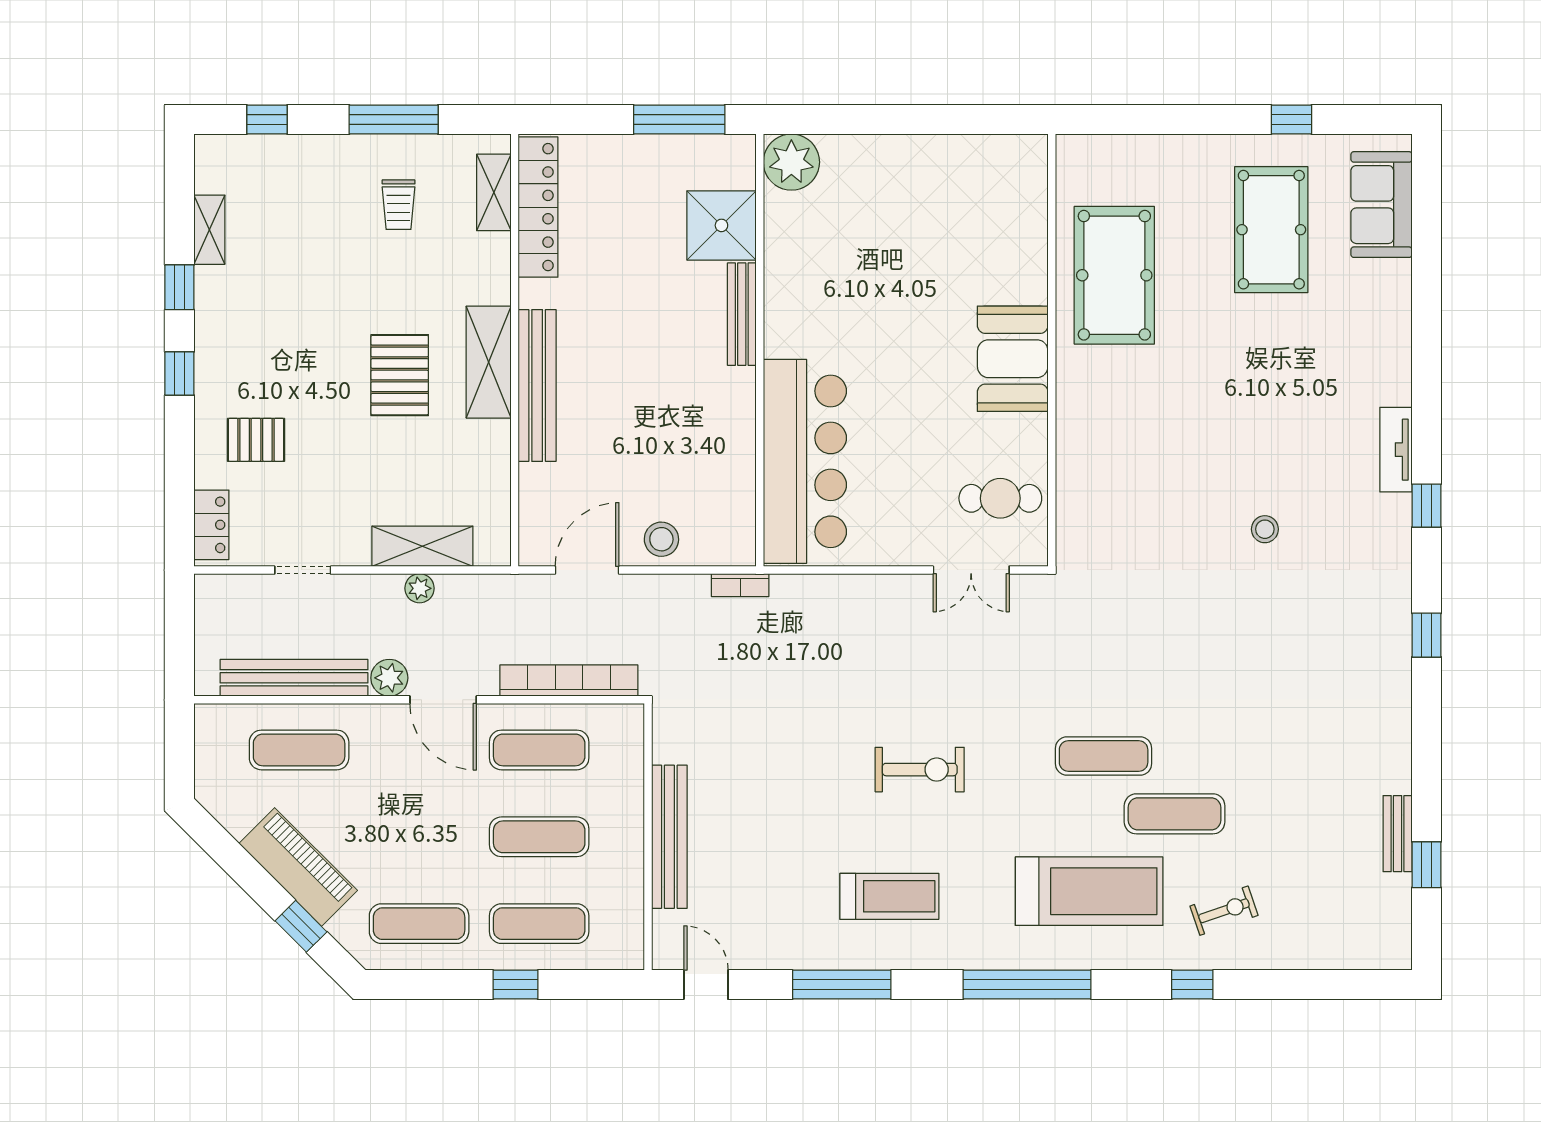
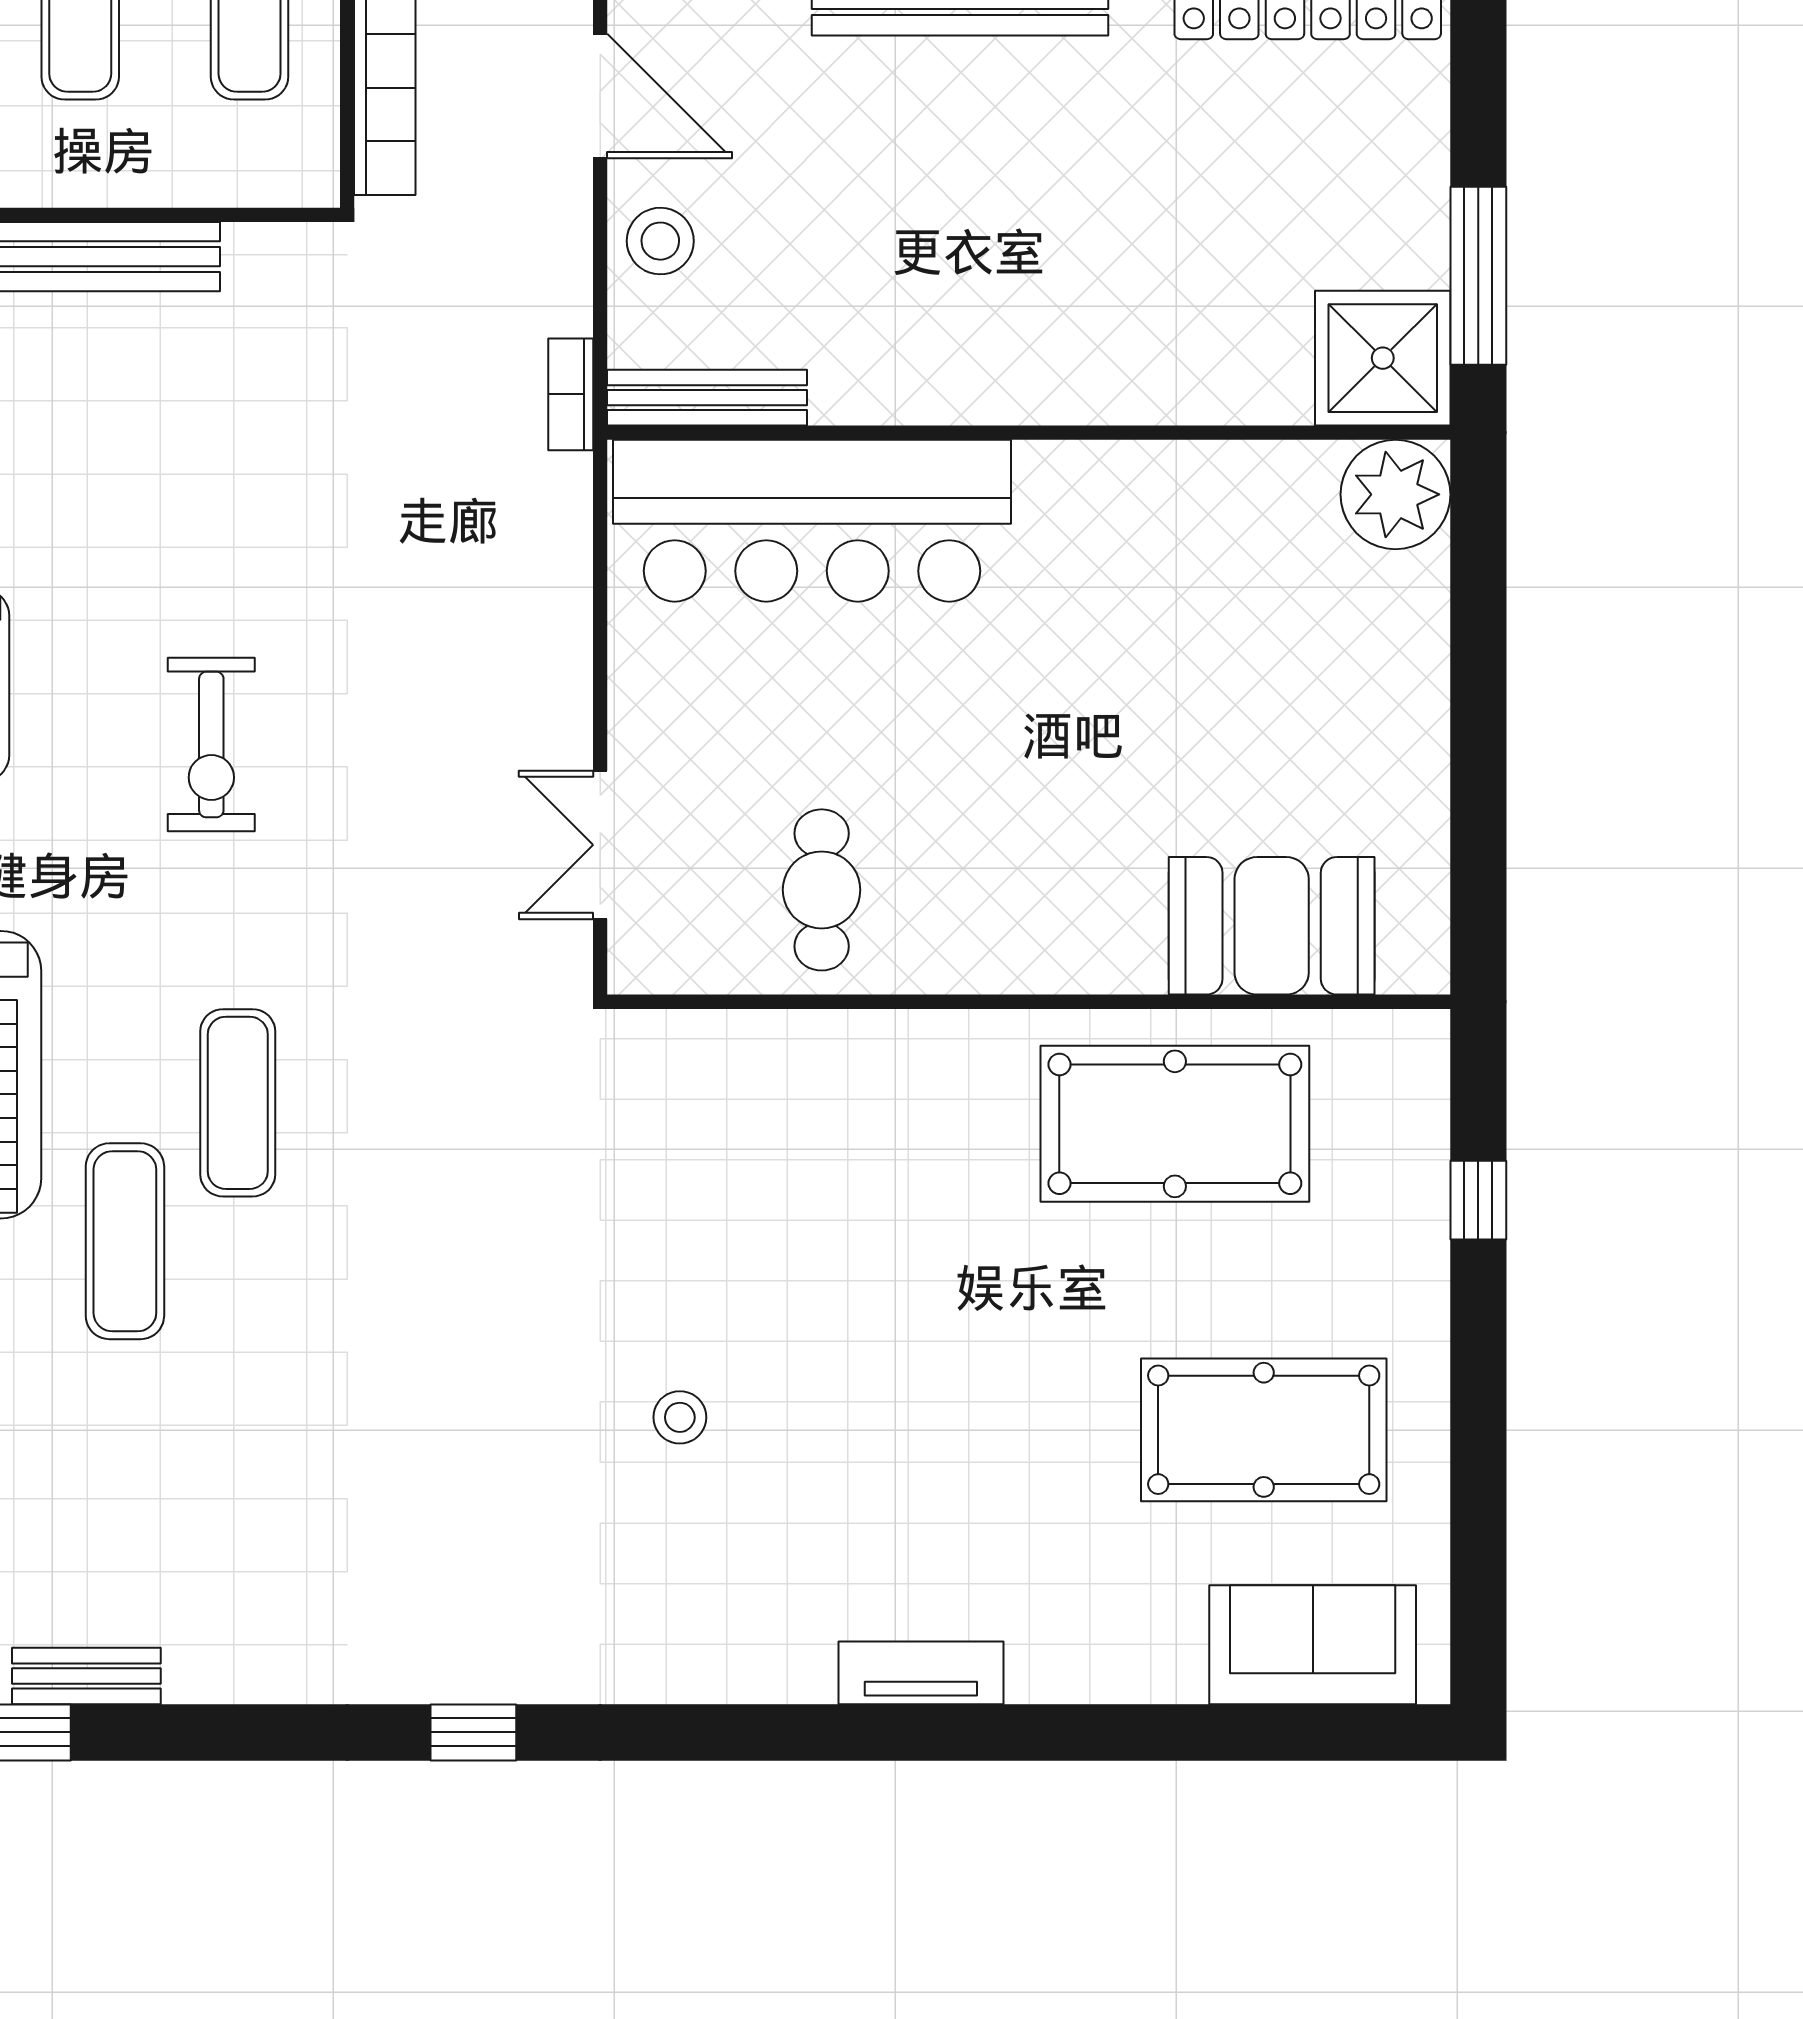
window: (1291, 120) -> (1478, 1200), moved
shower: (721, 225) -> (1383, 358), moved
bench: (742, 314) -> (707, 398), moved
booth: (1013, 359) -> (1272, 926), moved
tv unit: (1396, 450) -> (921, 1673), moved
cafe table: (1000, 498) -> (822, 890), moved
window: (1427, 506) -> (726, 1732), removed

